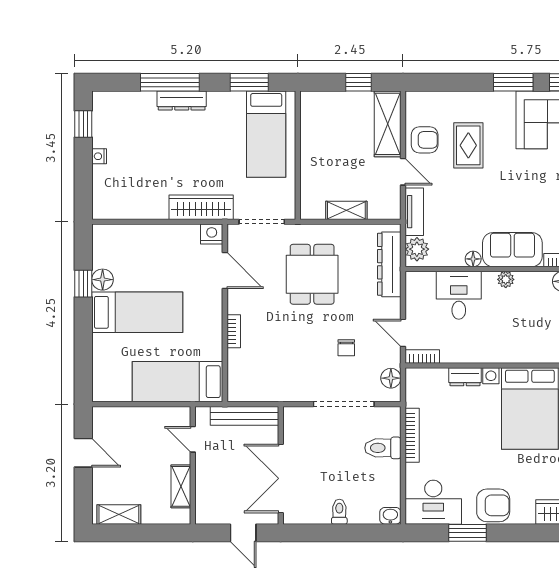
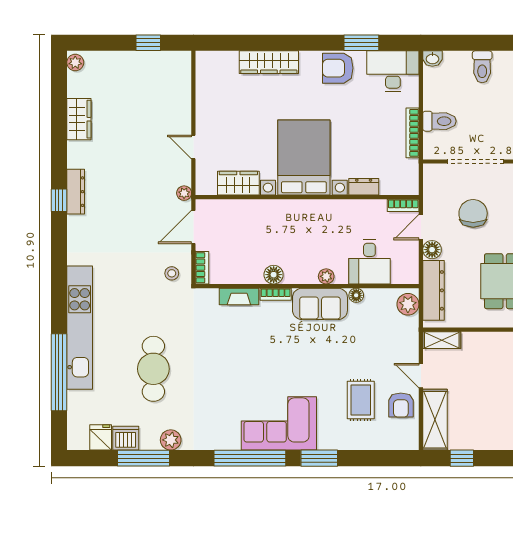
armchair: (425, 140) -> (401, 405), turned -90
shelving: (346, 210) -> (442, 340), moved
tv unit: (414, 212) -> (410, 339), removed
door: (403, 333) -> (421, 227), swing flipped
chair: (346, 348) -> (473, 213), width x1.87, depth x1.87
floor lamp: (391, 378) -> (432, 250), moved
toilet: (339, 512) -> (482, 67), width x1.37, depth x1.39

